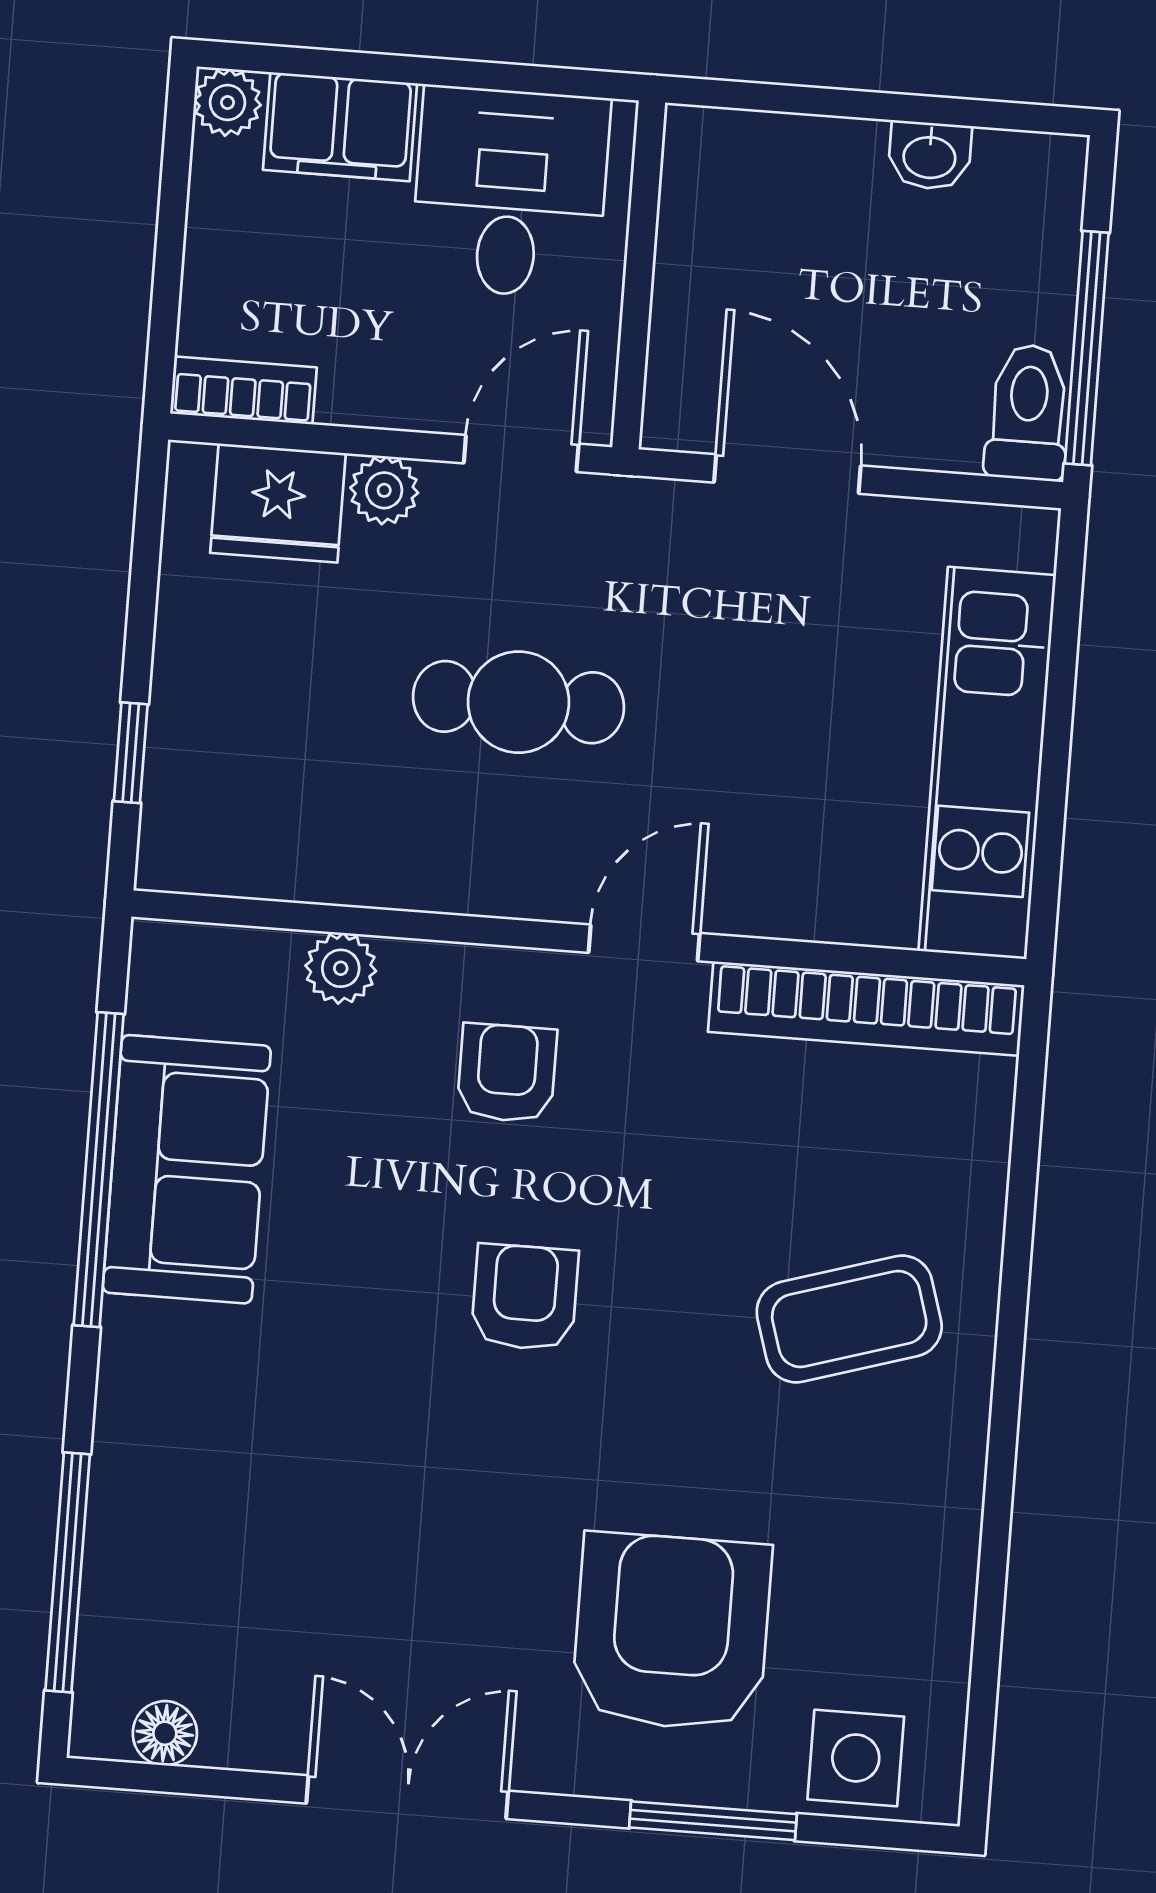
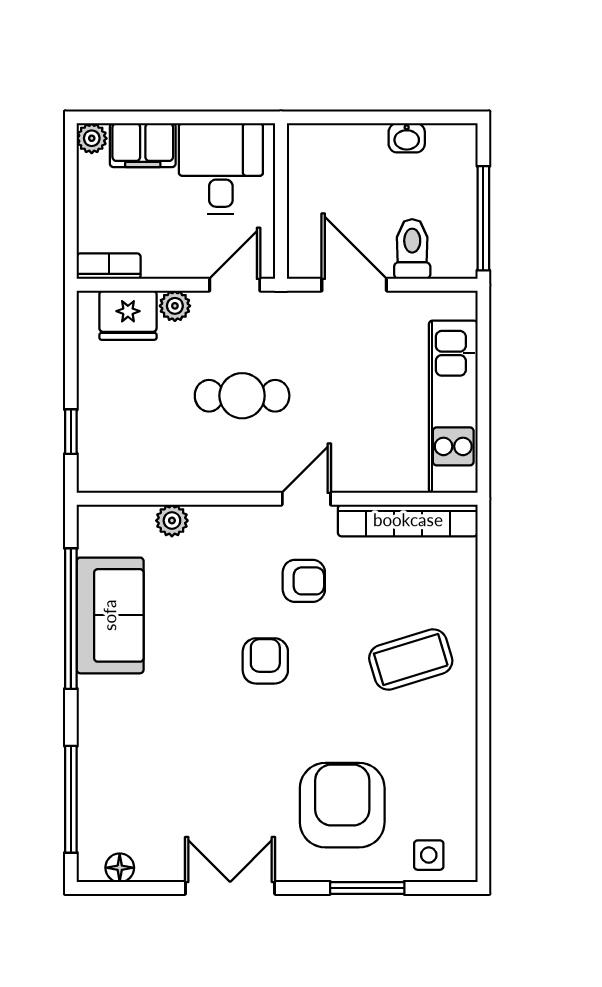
toilet: (1028, 412) -> (412, 249), moved
armchair: (507, 1073) -> (304, 581), moved, turned 90
side table: (856, 1758) -> (429, 855), width x0.73, depth x0.73

